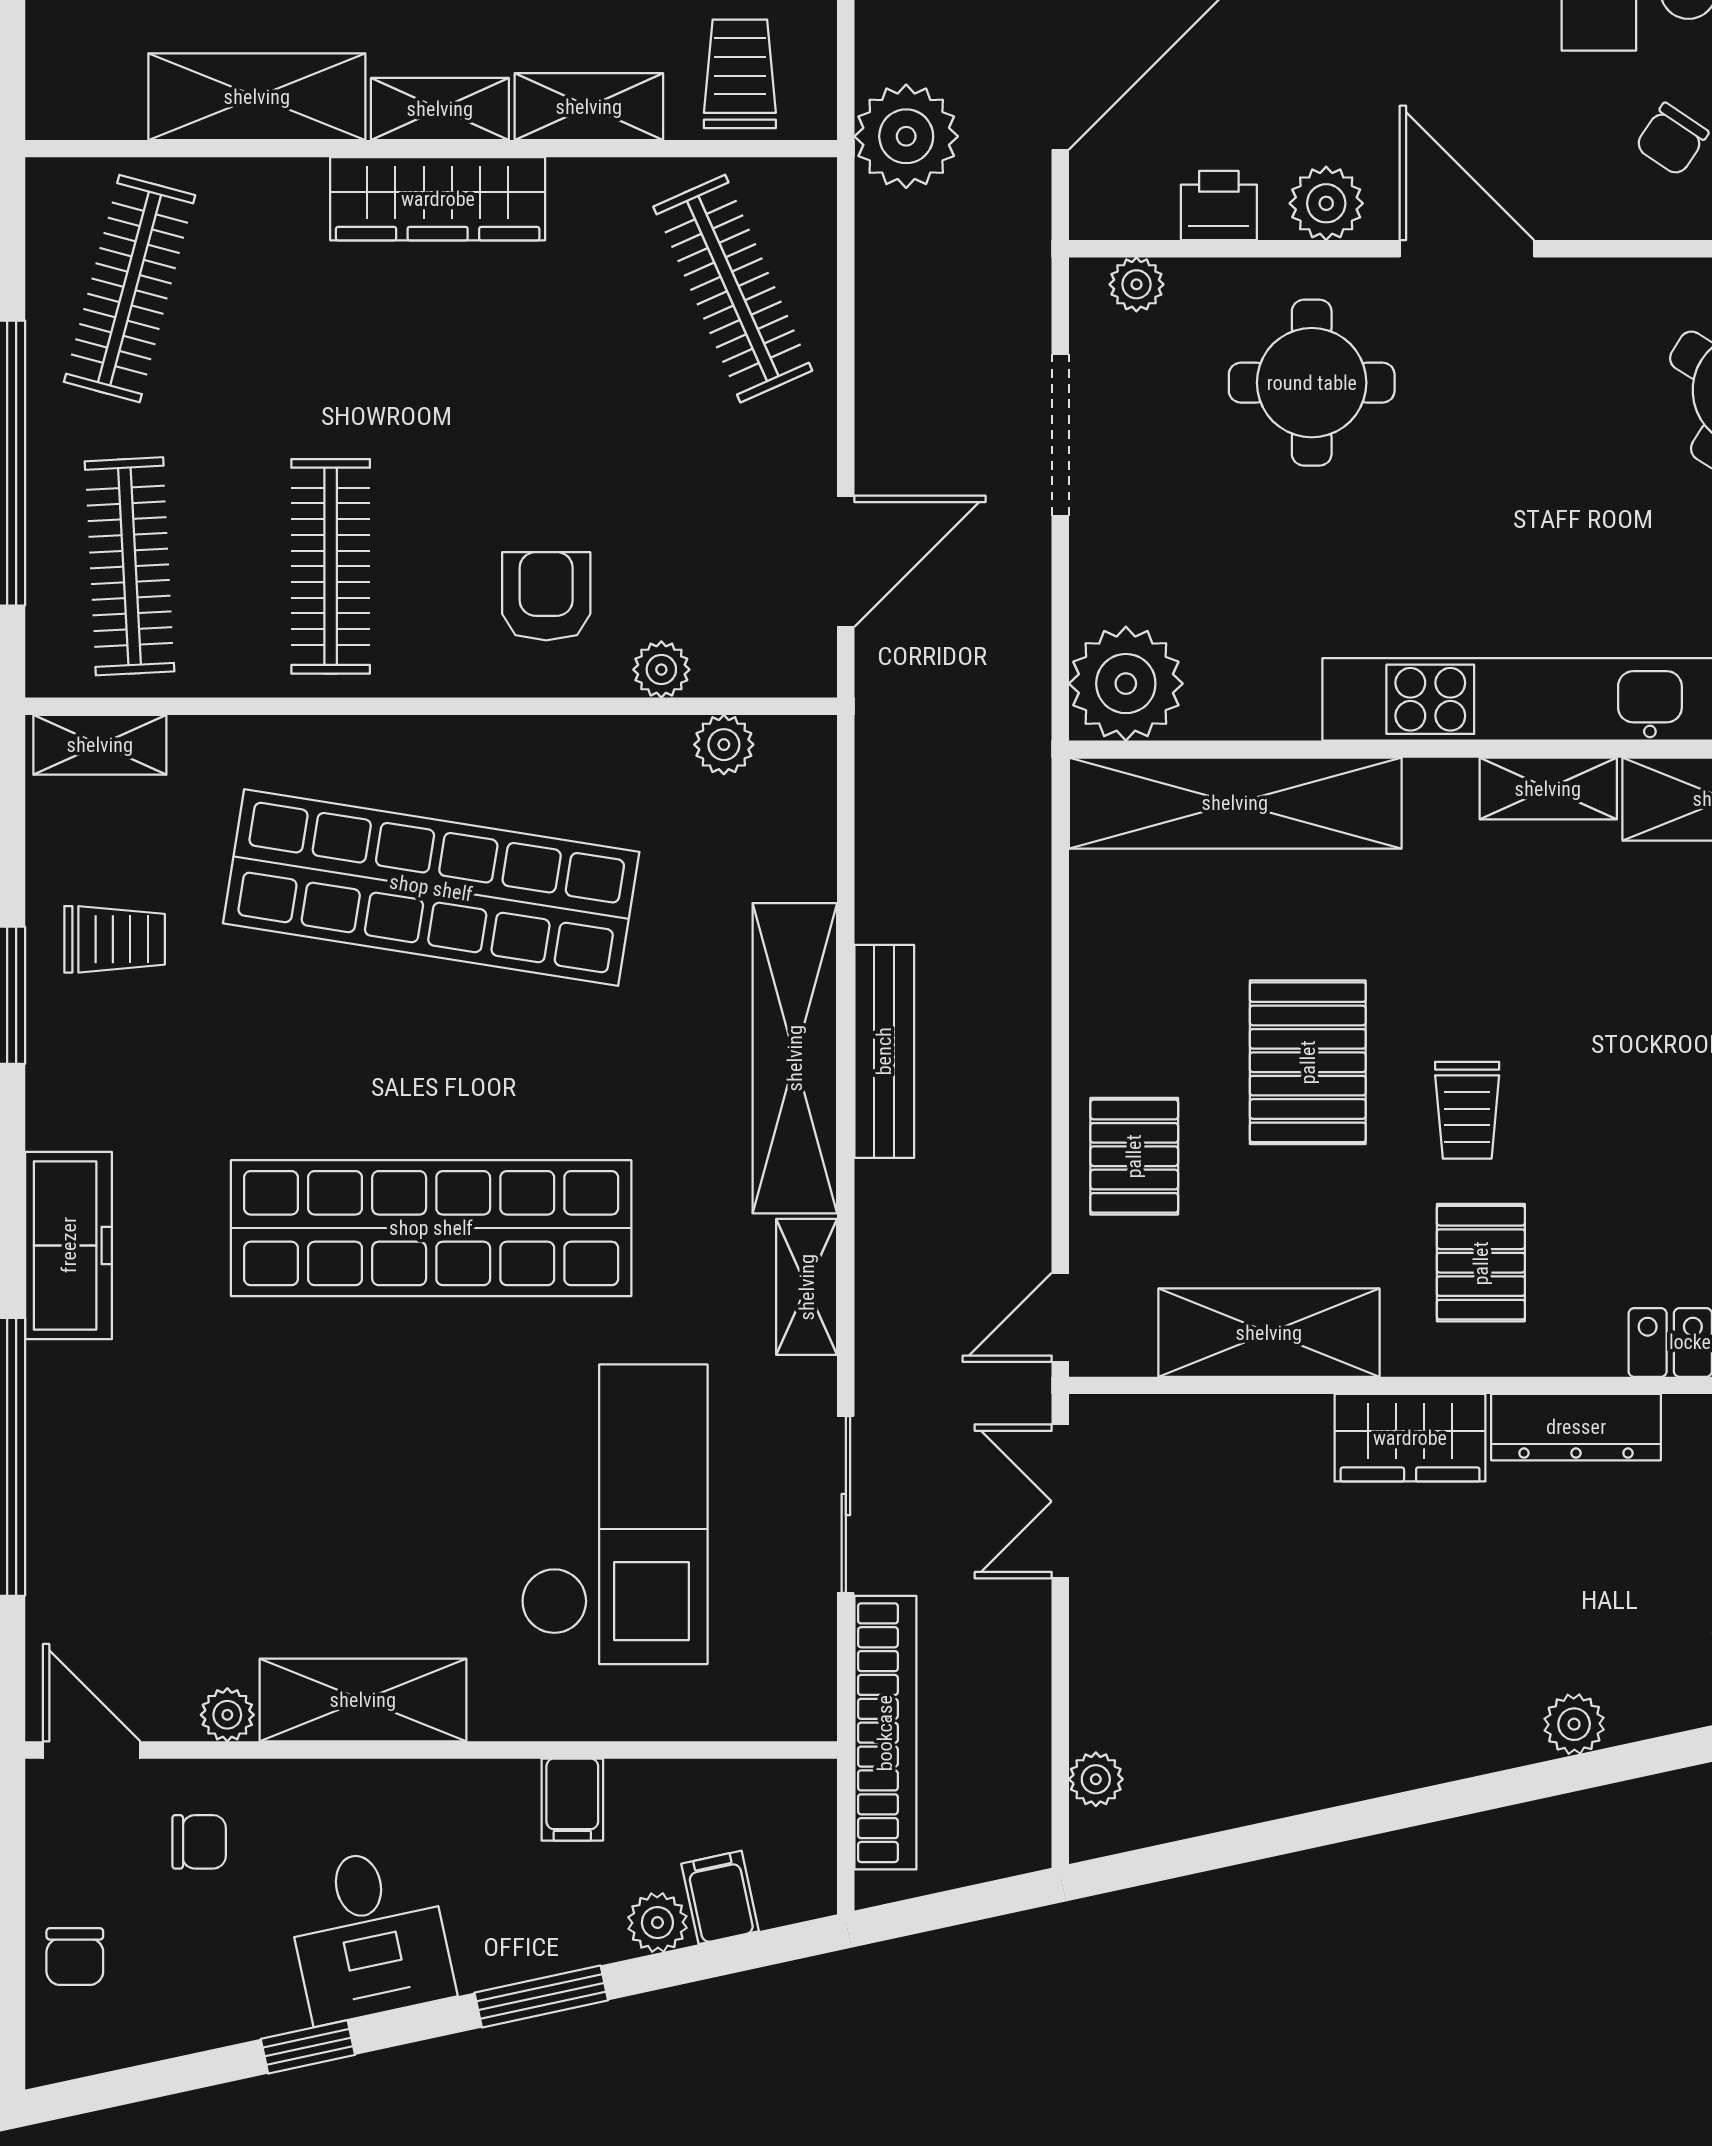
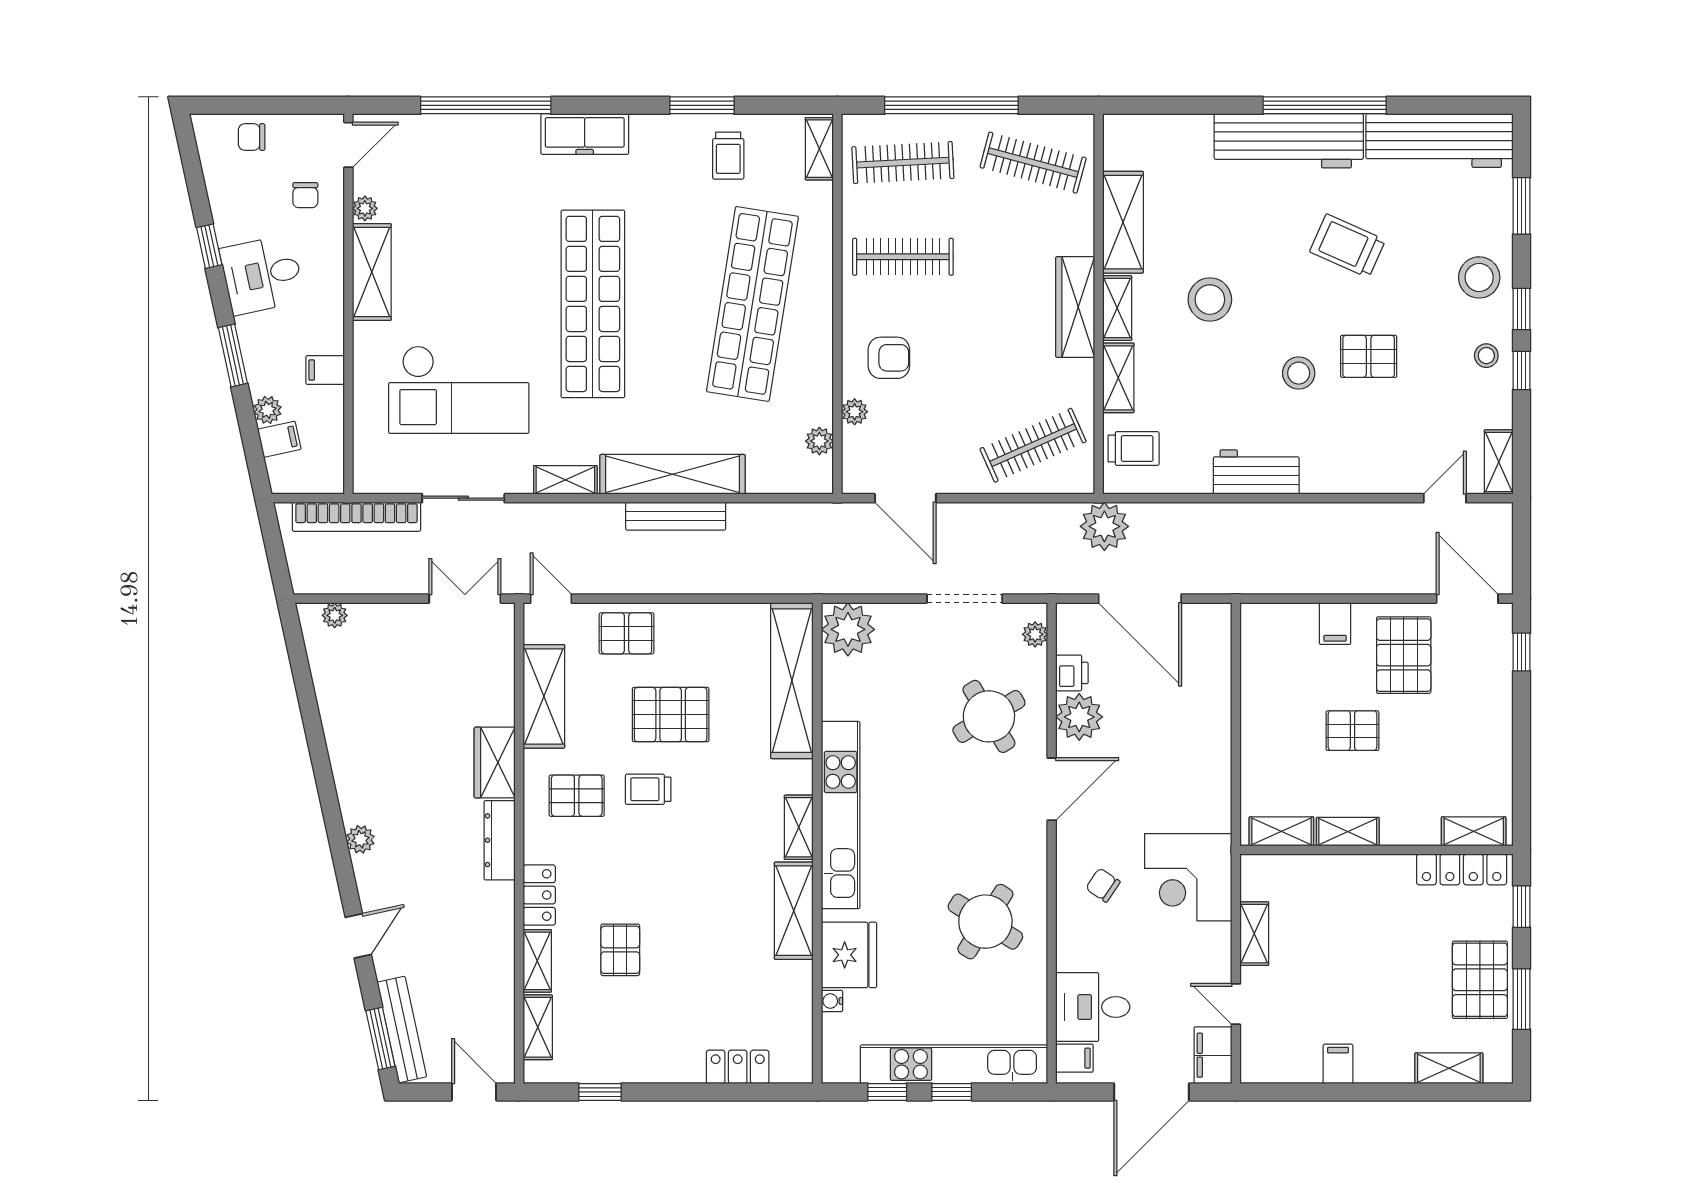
plant: (1326, 203) -> (1079, 717), width x1.36, depth x1.36
round table: (1312, 383) -> (989, 716), turned -31

